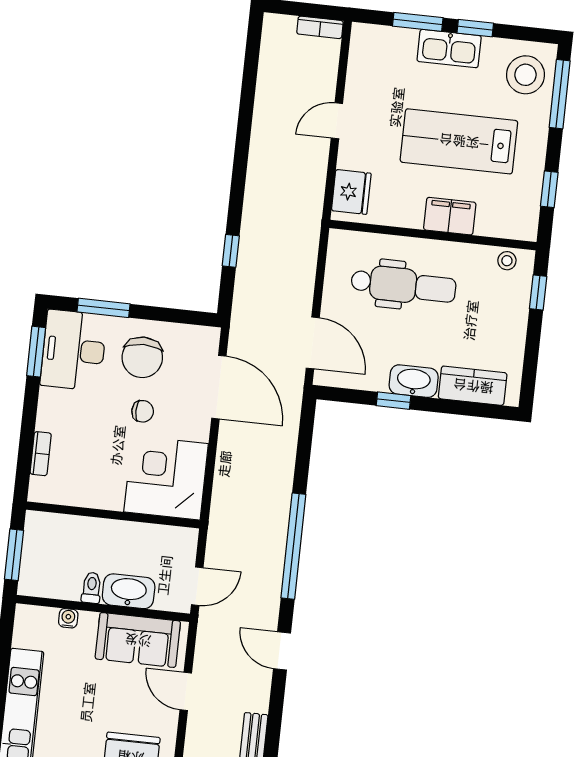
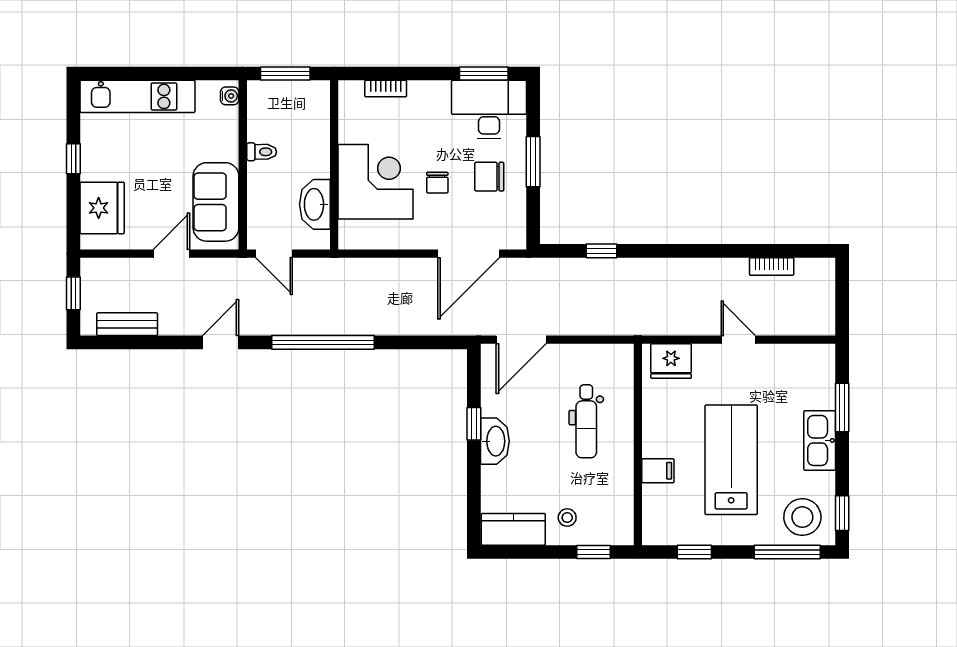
bookcase: (320, 27) -> (772, 266), moved, turned -90
window: (475, 28) -> (842, 513), moved
filing cabinet: (450, 216) -> (658, 471), width x0.50
stool: (507, 261) -> (567, 518), moved
dental chair: (403, 285) -> (586, 421), width x0.73, depth x0.72
window: (103, 308) -> (533, 162), moved
chair: (142, 357) -> (489, 177), width x0.73, depth x0.73
kitchen counter: (473, 386) -> (513, 529), moved, turned -90
corner desk: (166, 478) -> (376, 182), moved
washbasin: (129, 591) -> (315, 204), moved, turned 180
water cooler: (68, 618) -> (230, 96), moved

